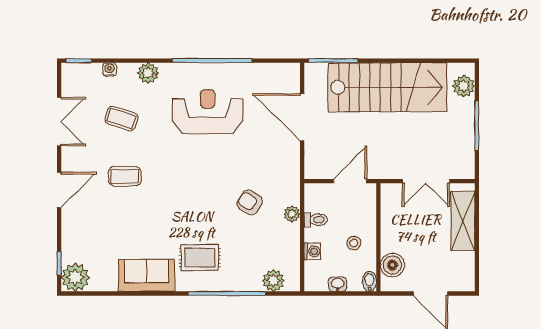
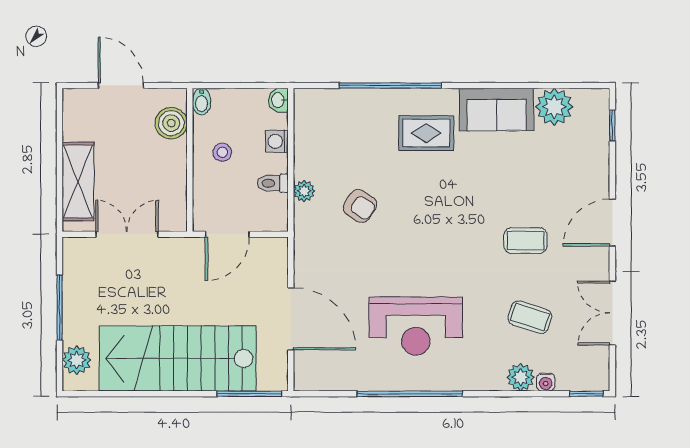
plant: (148, 73) -> (521, 377), moved
plant: (75, 277) -> (554, 107), moved
plant: (273, 281) -> (329, 103), removed
washbasin: (338, 284) -> (278, 100), moved, turned 90

